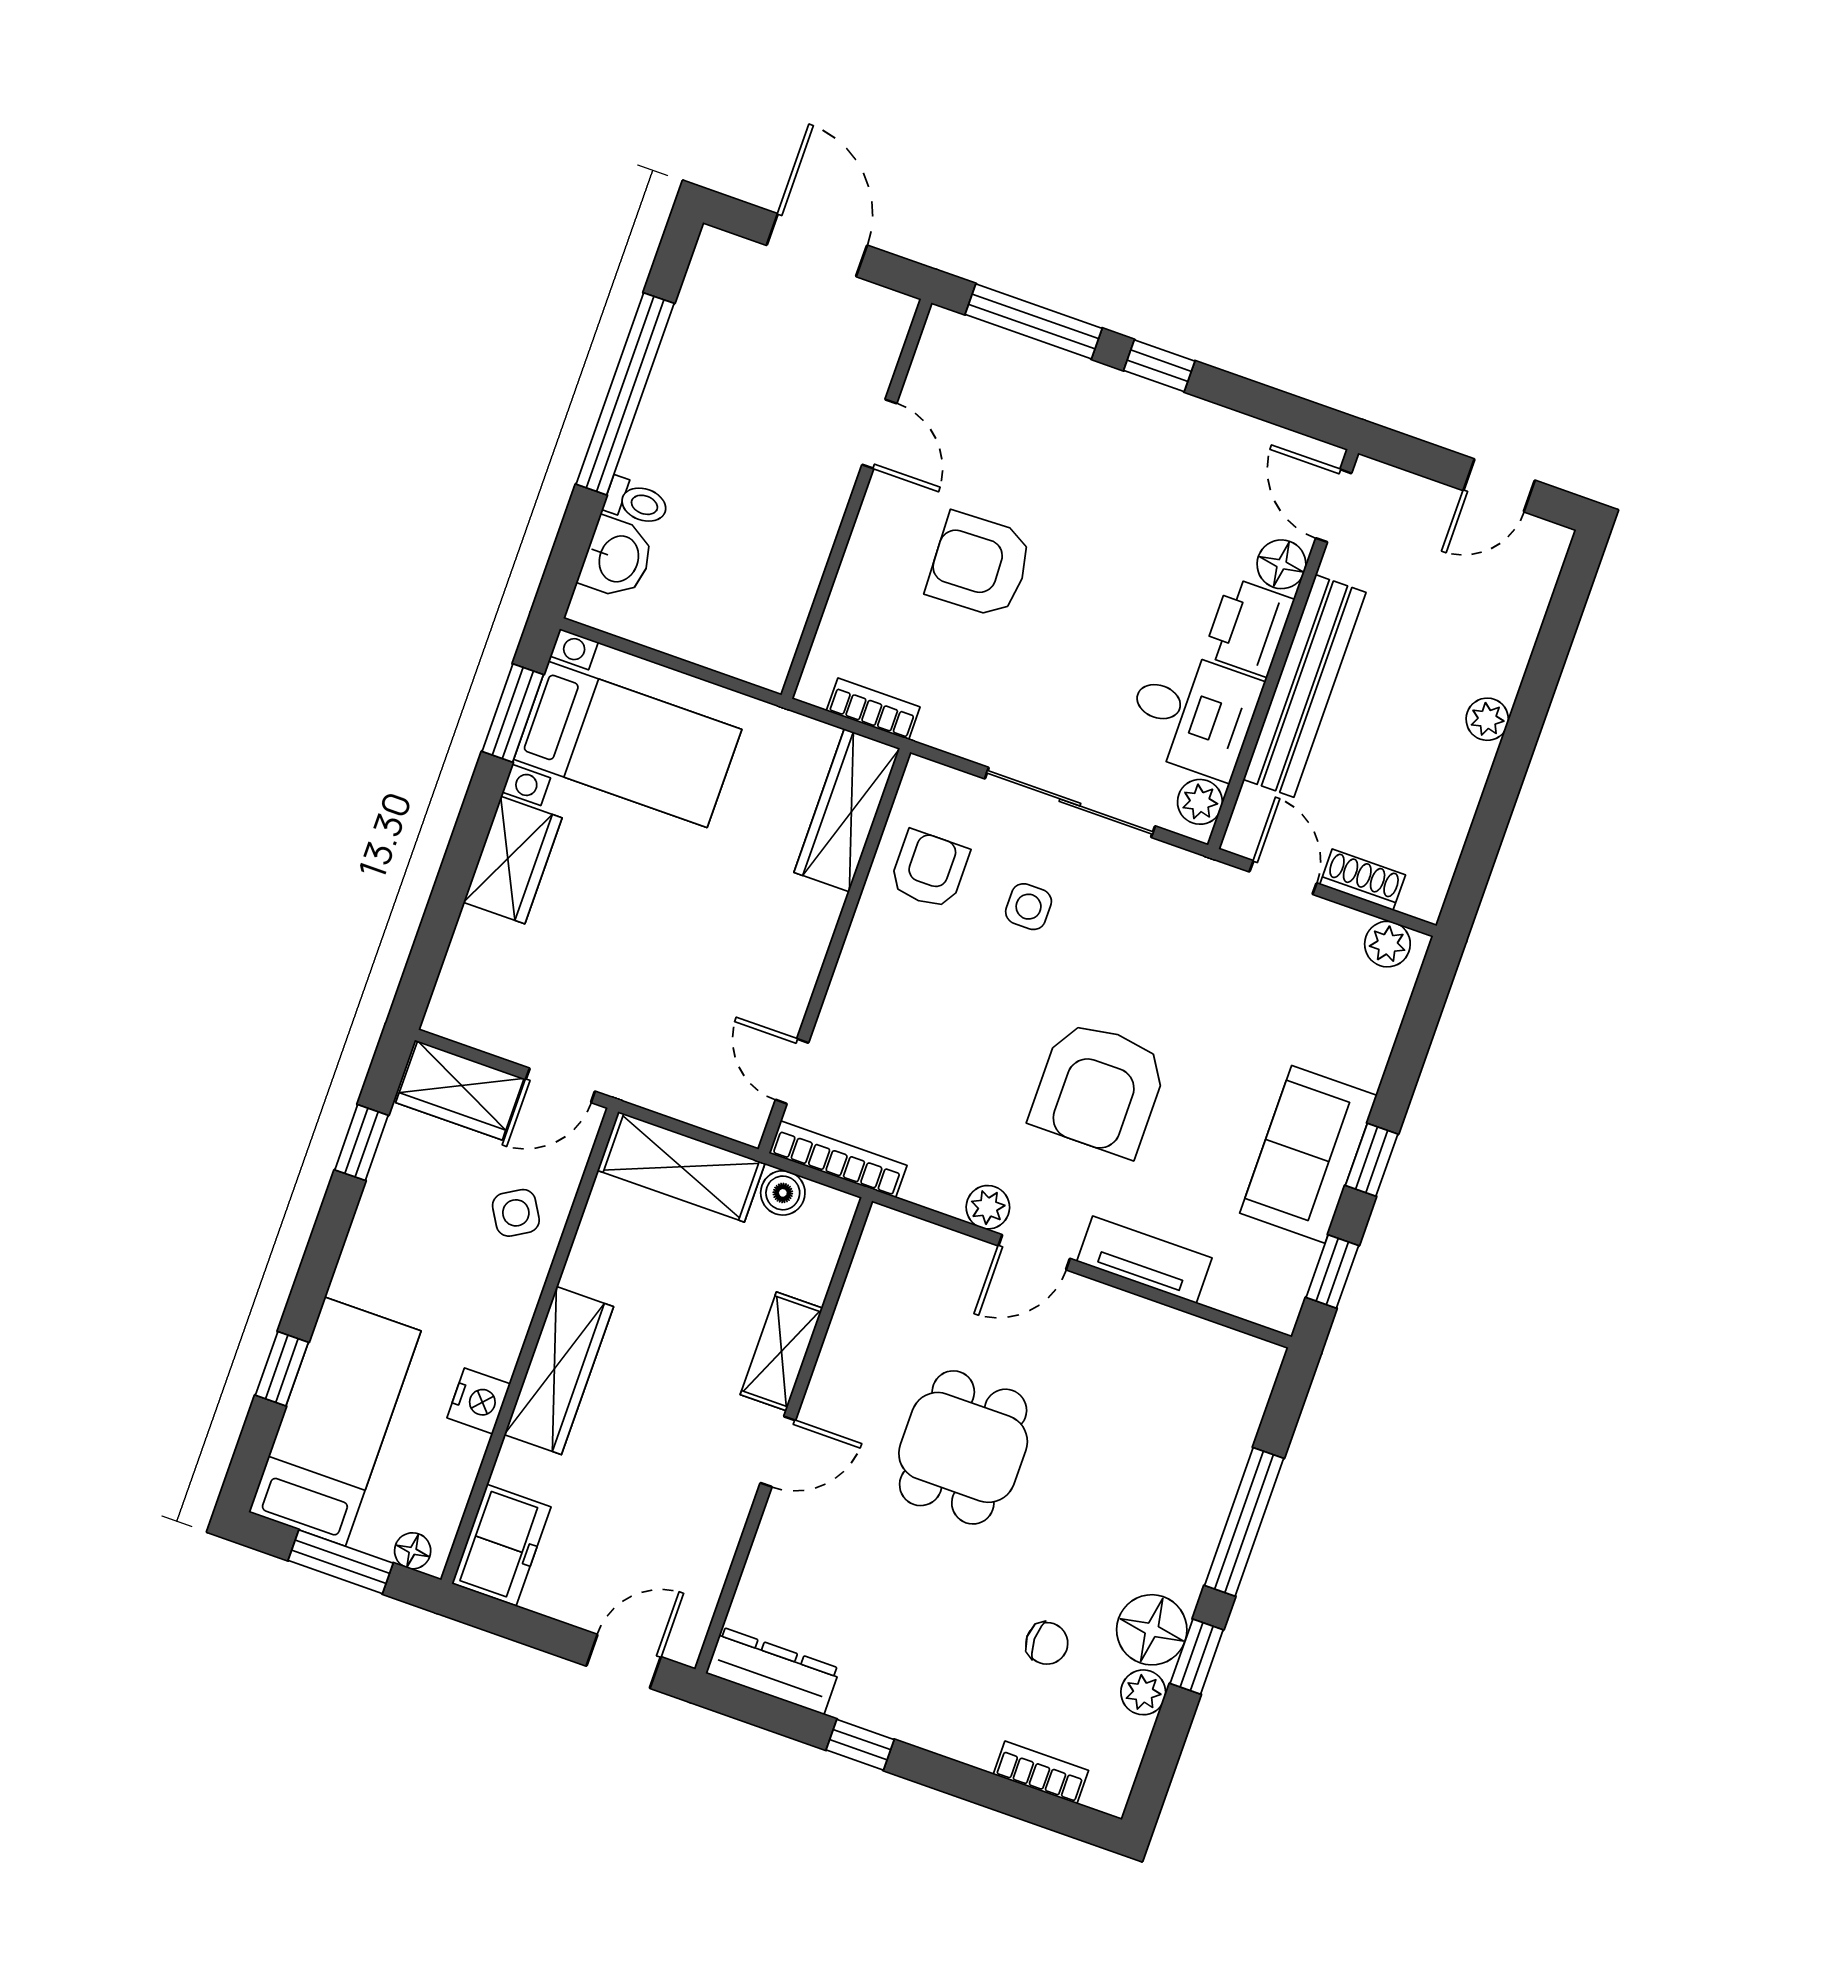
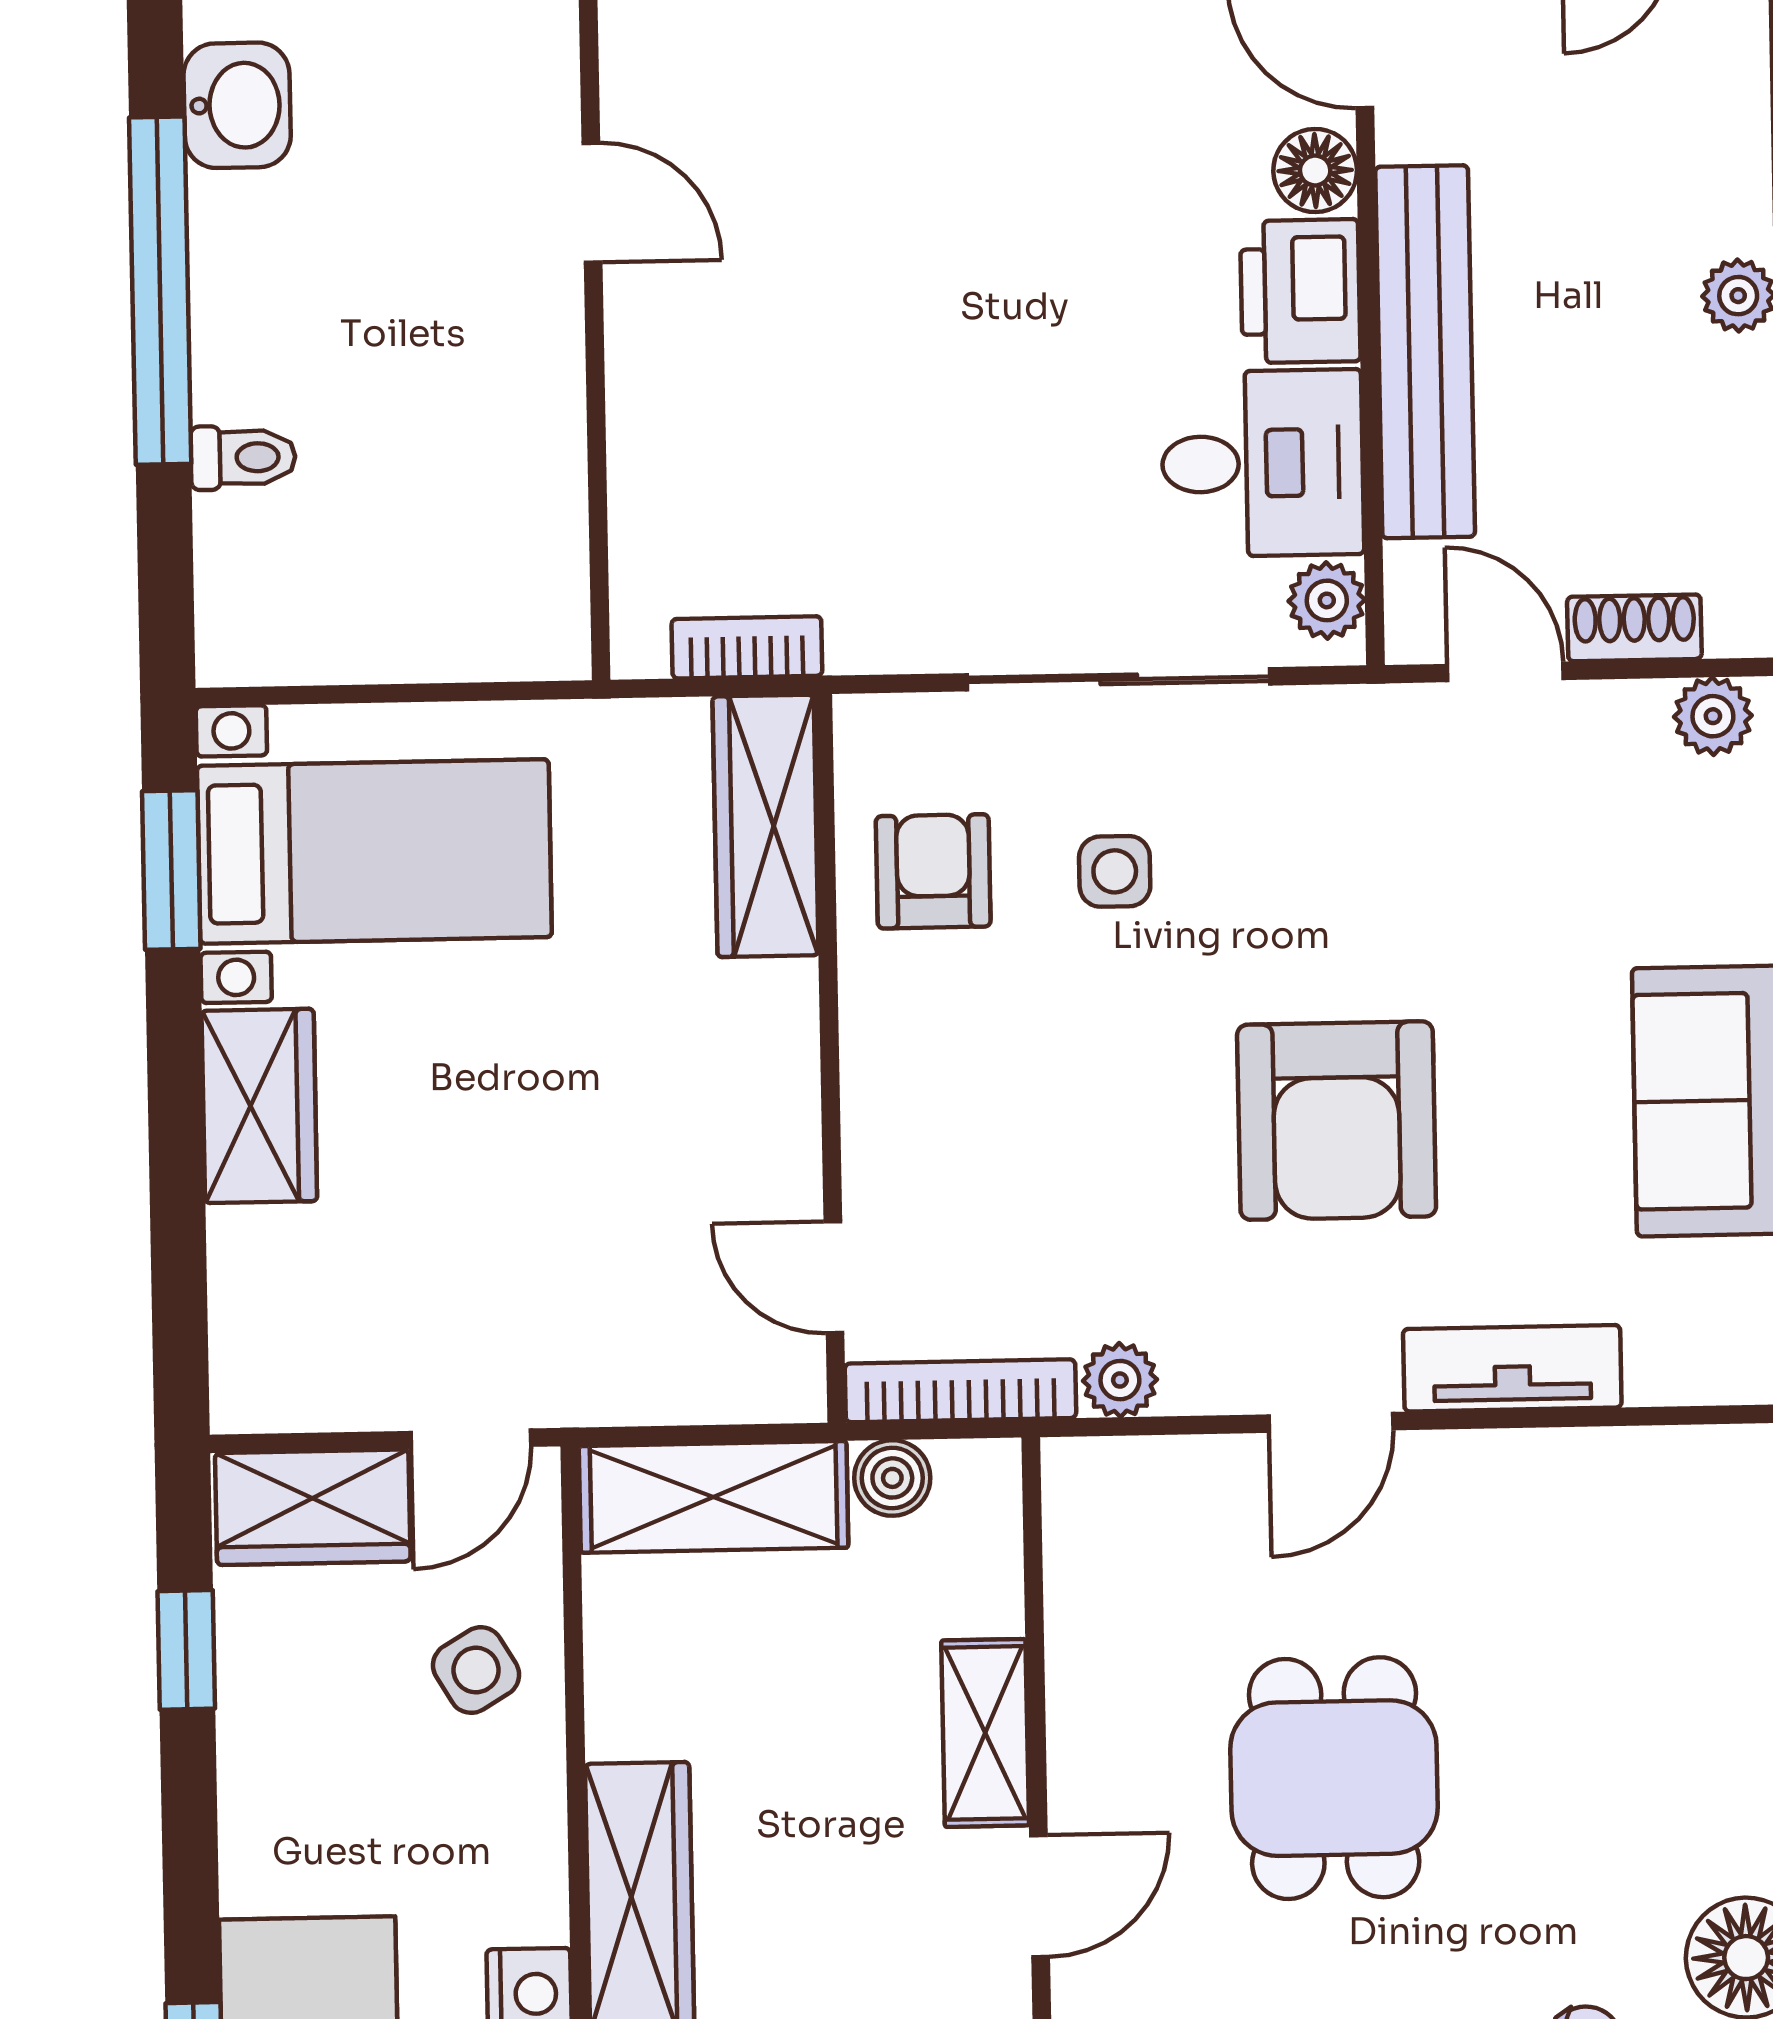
washbasin: (617, 558) -> (237, 105), moved
armchair: (980, 565) -> (831, 353), removed
plant: (988, 1207) -> (1120, 1380), moved

